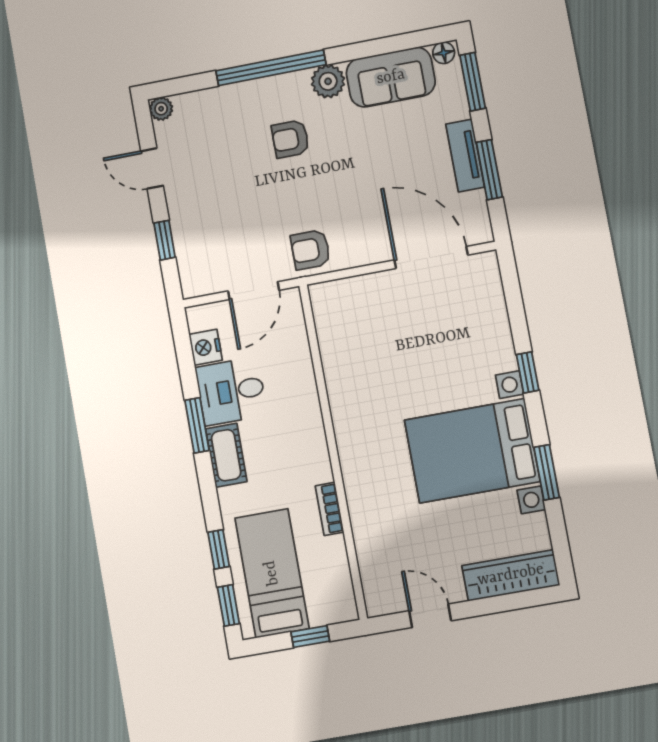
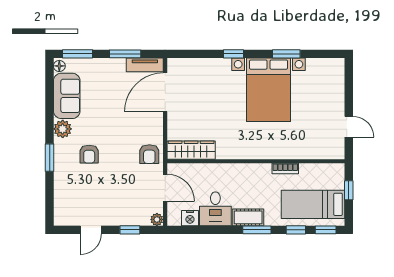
window: (271, 68) -> (50, 158), width x0.47
plant: (161, 109) -> (157, 219), moved
tv unit: (465, 156) -> (145, 65), moved
window: (197, 425) -> (257, 230), moved
wardrobe: (511, 575) -> (191, 150), moved, turned 90
door: (430, 616) -> (349, 127), swing flipped

